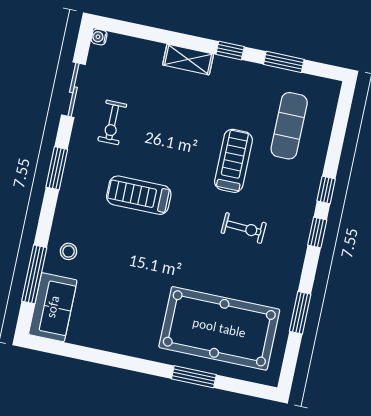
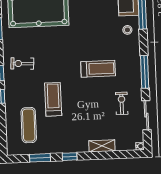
shelving: (188, 59) -> (102, 146), moved
treadmill: (233, 161) -> (53, 99), turned 180
window: (57, 168) -> (145, 72), width x1.44
exercise bike: (244, 228) -> (22, 64), moved

